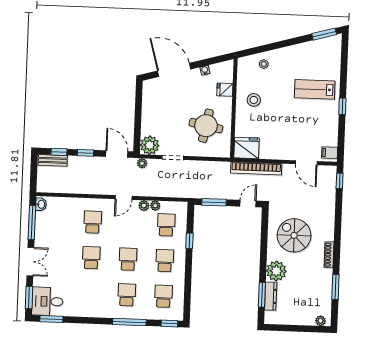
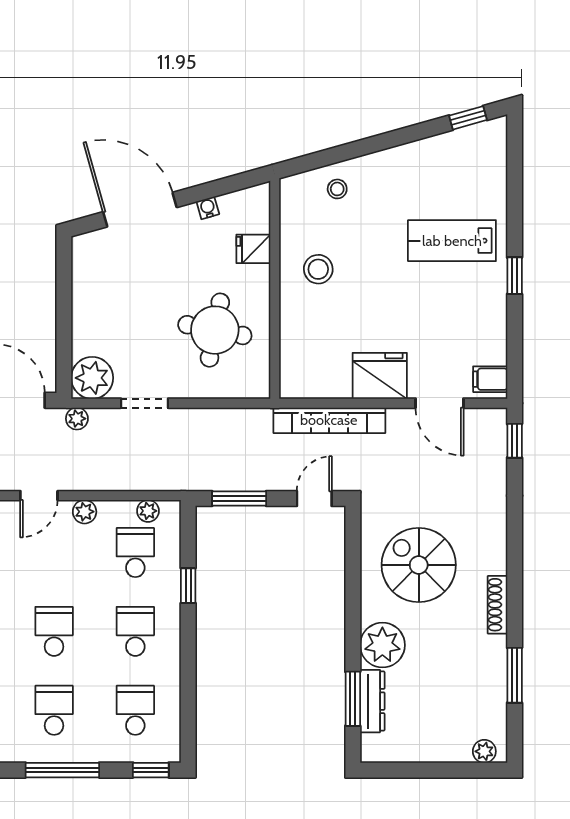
window: (324, 34) -> (468, 118), width x0.67
fridge: (247, 148) -> (380, 376), moved
plant: (155, 206) -> (148, 511), moved

